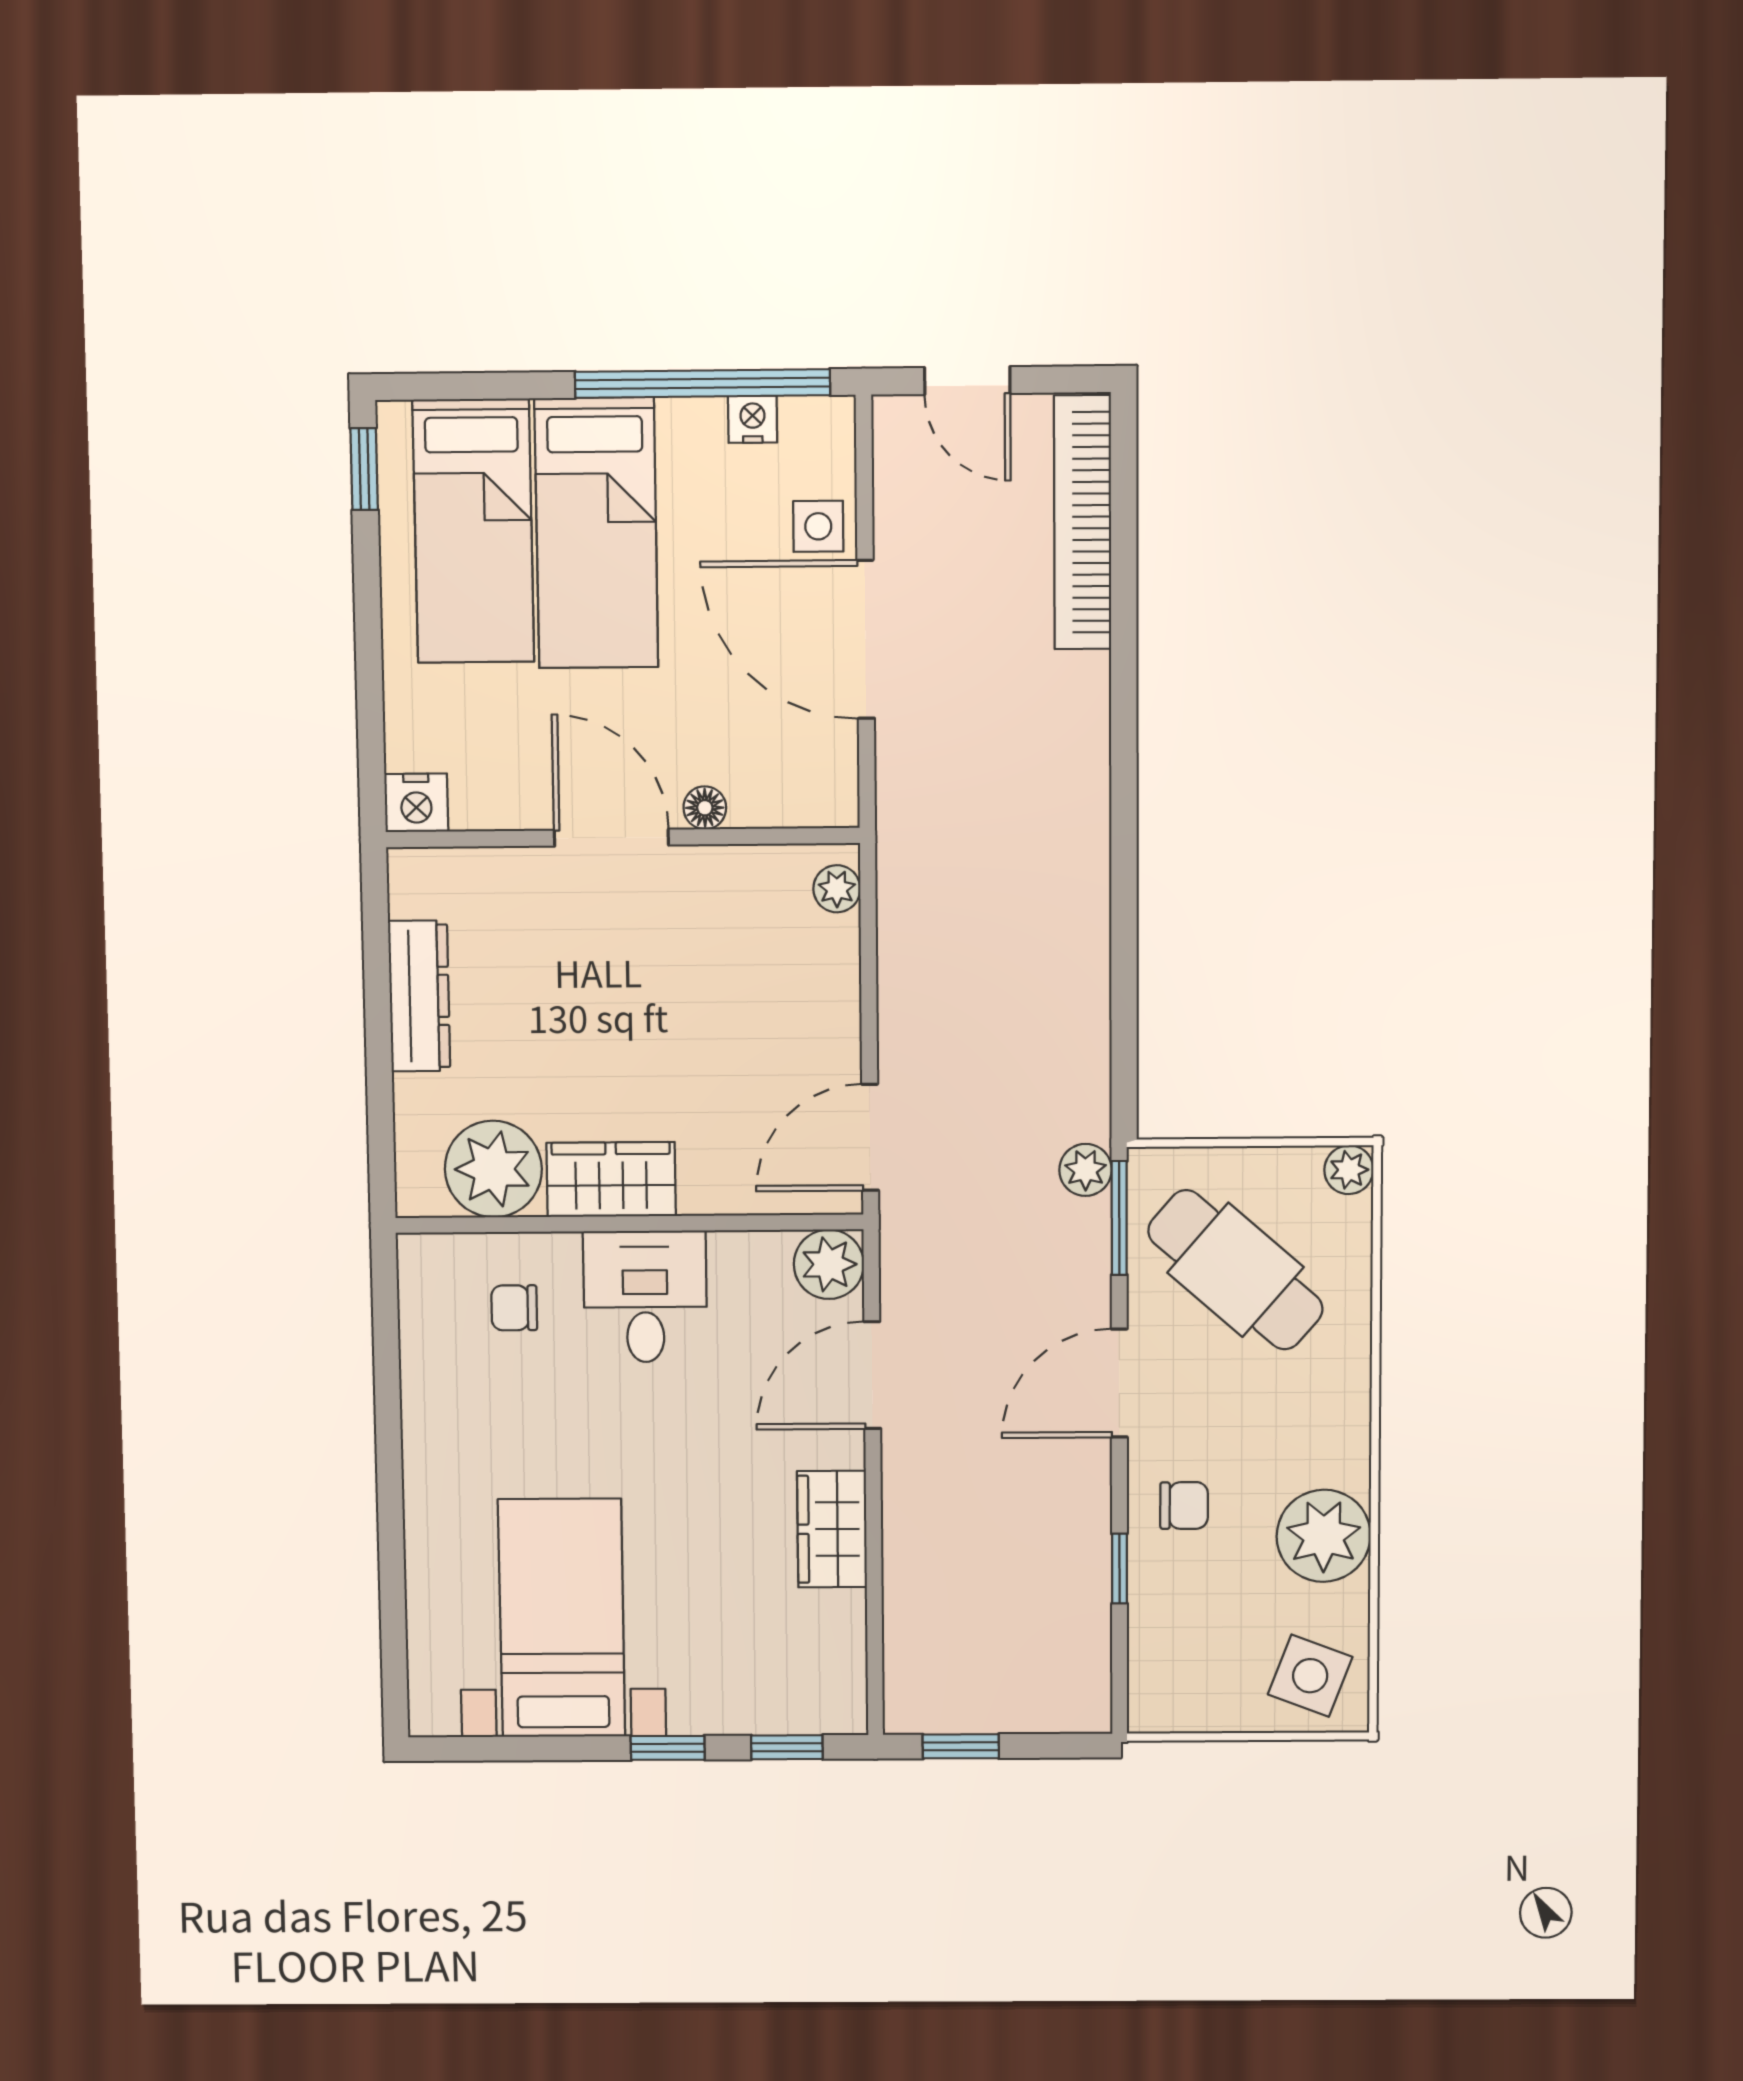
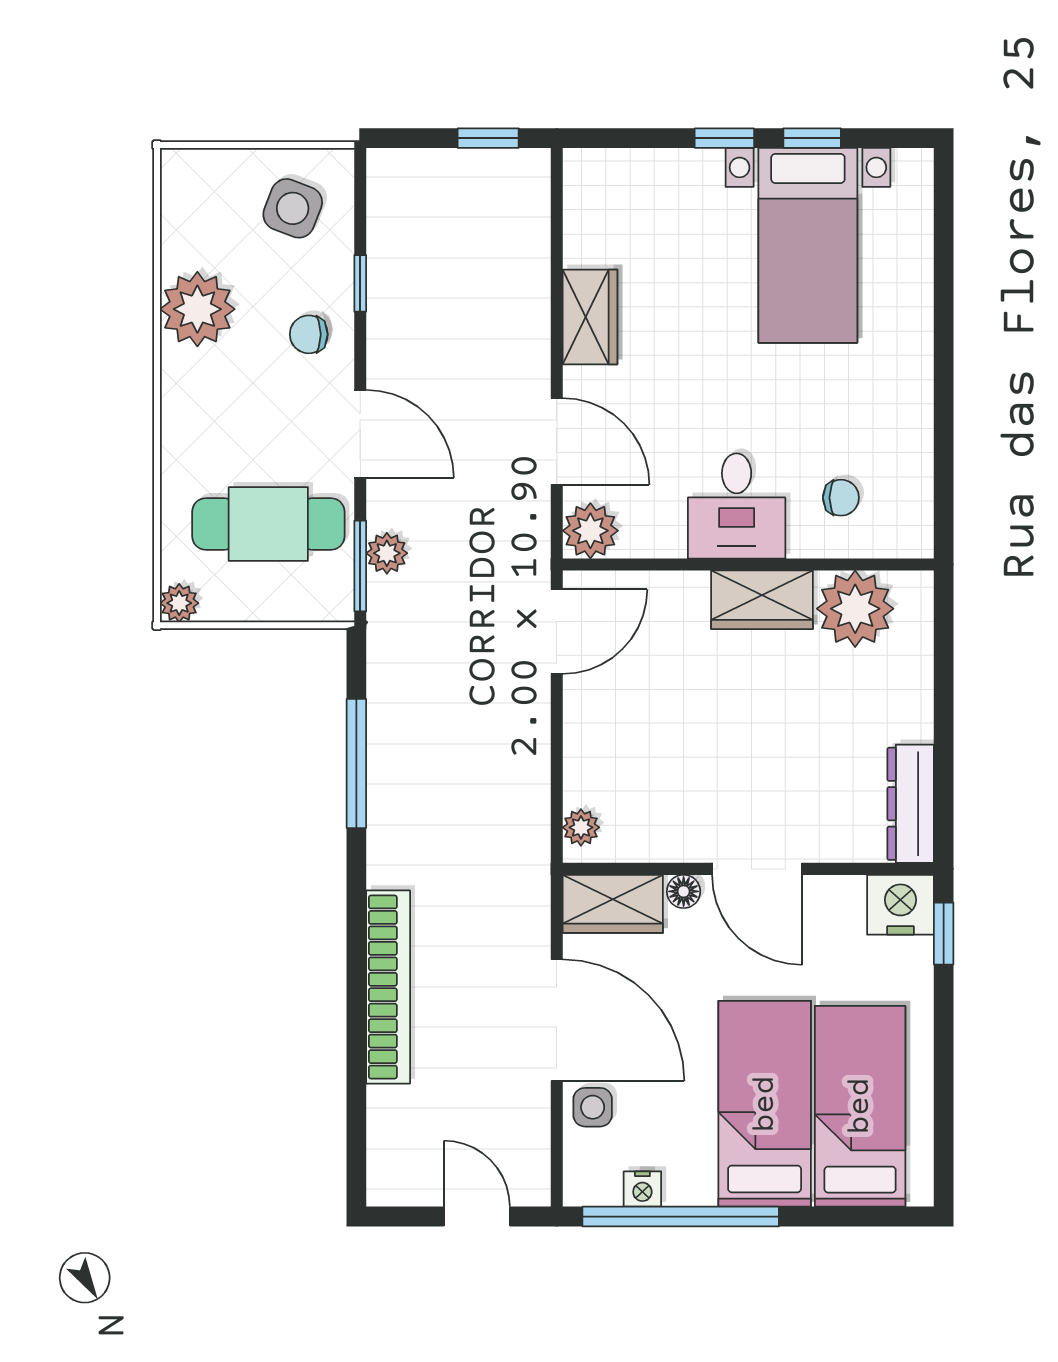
window: (364, 469) -> (944, 934), moved
bookcase: (1083, 523) -> (388, 987), moved
wardrobe: (795, 791) -> (613, 904), added
nightstand: (416, 803) -> (900, 905), width x1.36, depth x1.33
window: (1124, 968) -> (356, 763), added
dresser: (419, 996) -> (911, 804), moved
plant: (1086, 1170) -> (387, 553), moved
cafe table: (1235, 1270) -> (268, 524), turned -41
door: (872, 1375) -> (557, 441), hinge flipped
door: (1119, 1383) -> (360, 434), hinge flipped
side table: (1310, 1676) -> (293, 208), moved
window: (787, 1747) -> (812, 138), moved

